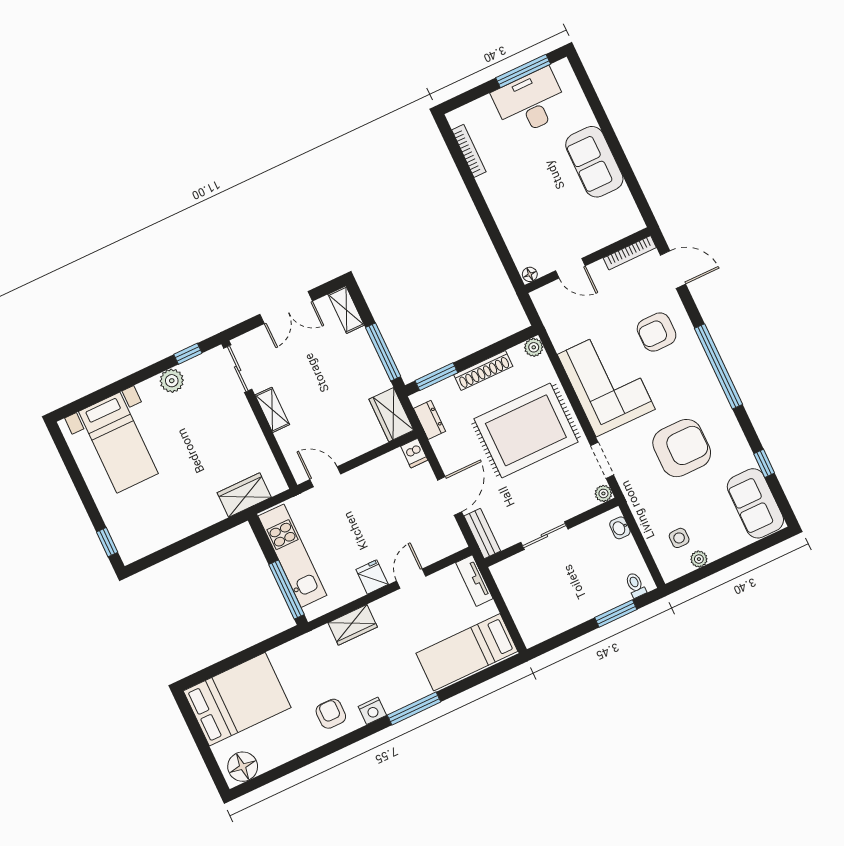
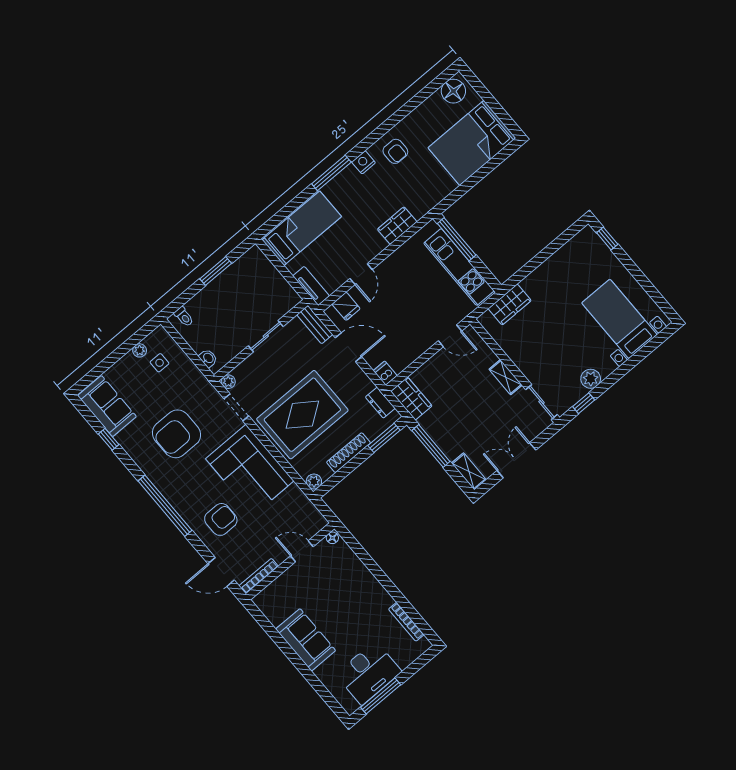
door: (450, 496) -> (348, 347), swing flipped
fridge: (372, 577) -> (346, 306), moved
window: (616, 614) -> (216, 271), moved

